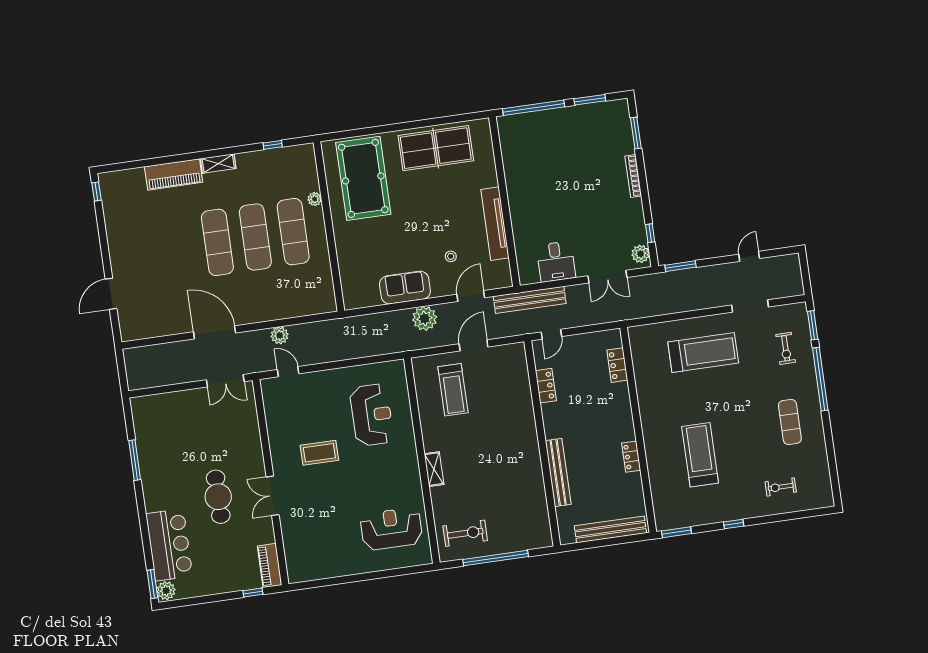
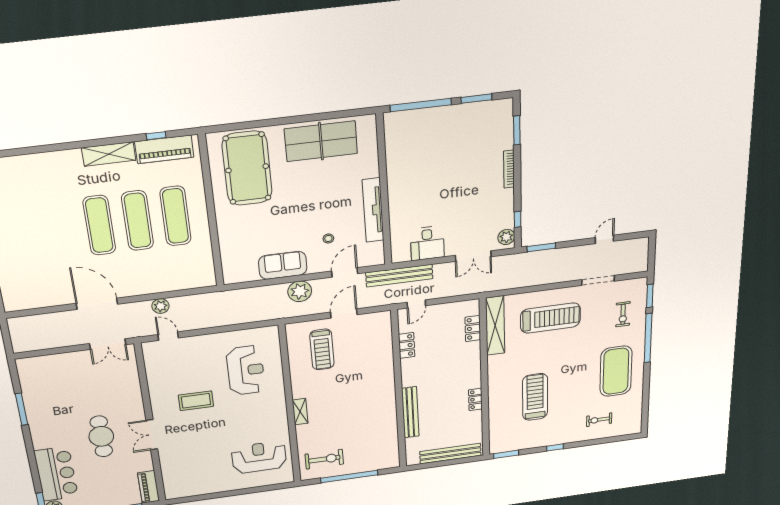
shelving: (218, 164) -> (109, 154), width x1.50, depth x1.33
piano: (174, 174) -> (164, 149), moved
plant: (315, 199) -> (198, 187), removed
shelving: (642, 362) -> (495, 326), added
exercise mat: (790, 422) -> (616, 371), width x2.00, depth x1.45

